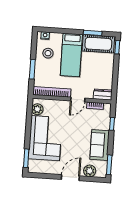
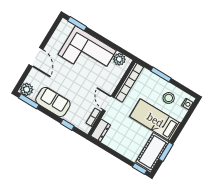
plant: (90, 171) -> (27, 89), moved

